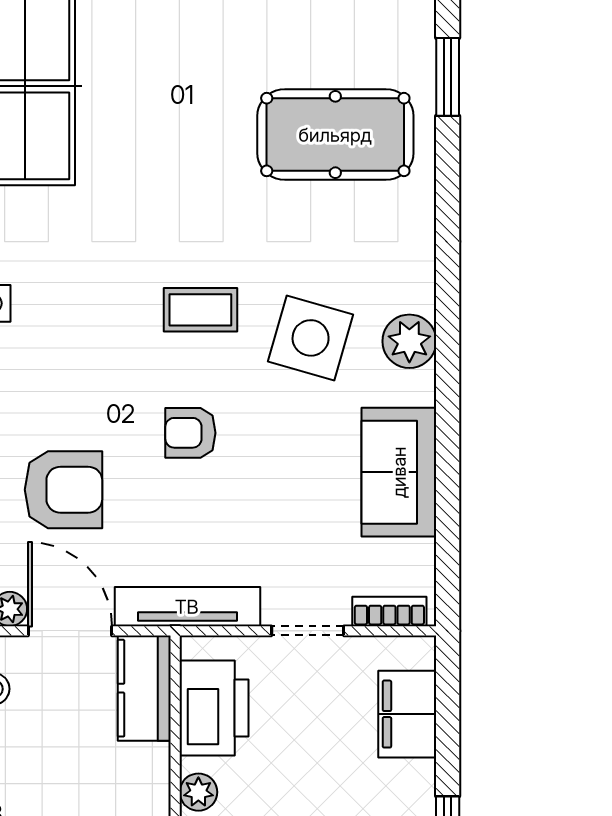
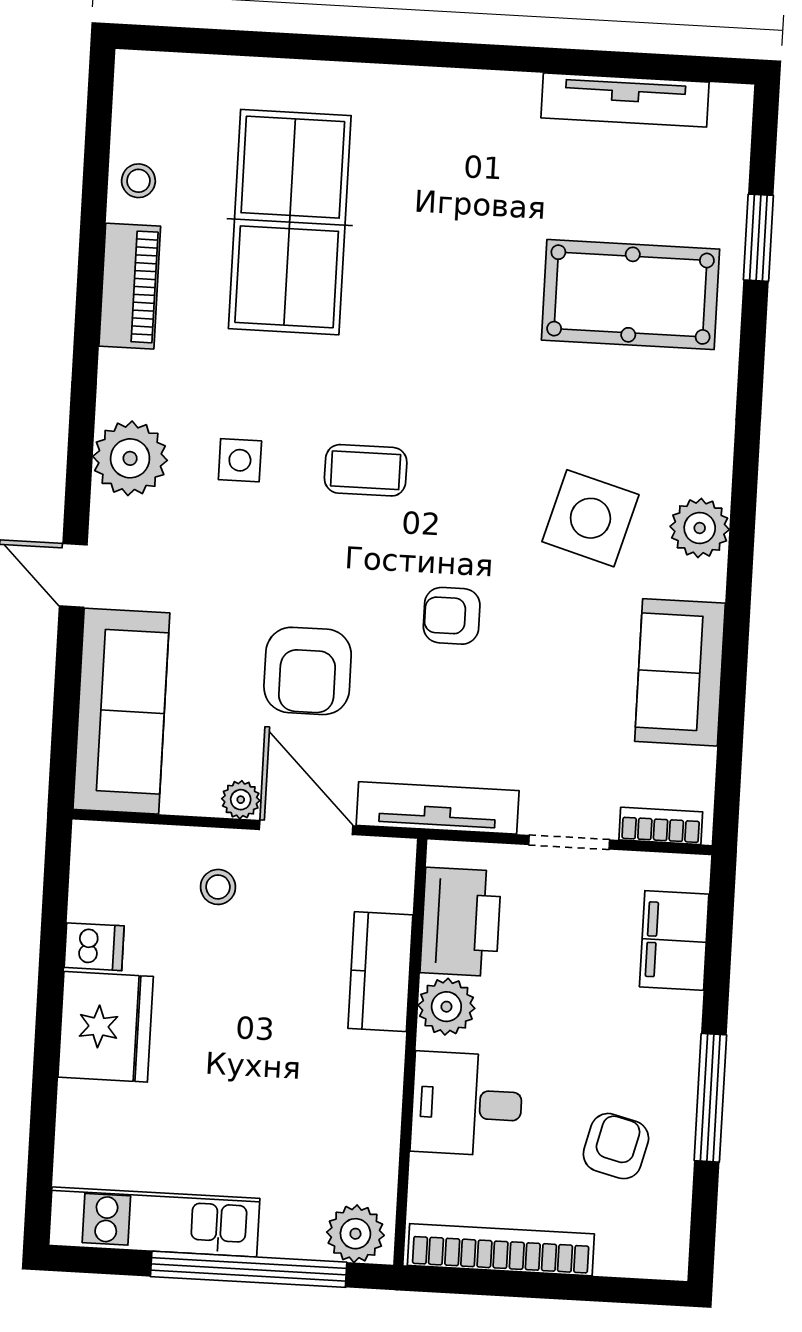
coffee table: (200, 310) -> (366, 470), moved
armchair: (63, 490) -> (308, 671), turned 90
kitchen counter: (144, 688) -> (380, 972), moved
plant: (198, 792) -> (446, 1007), width x1.38, depth x1.38

